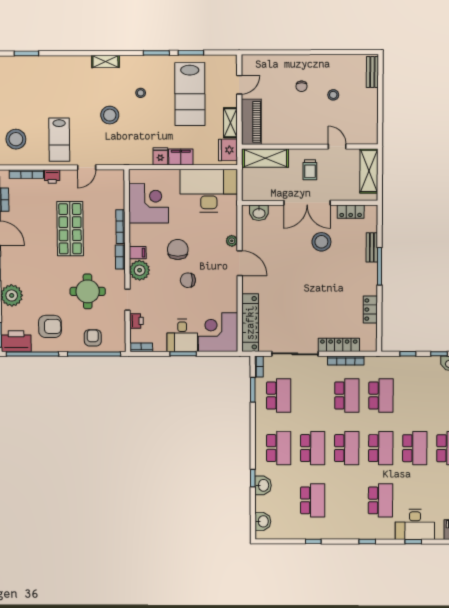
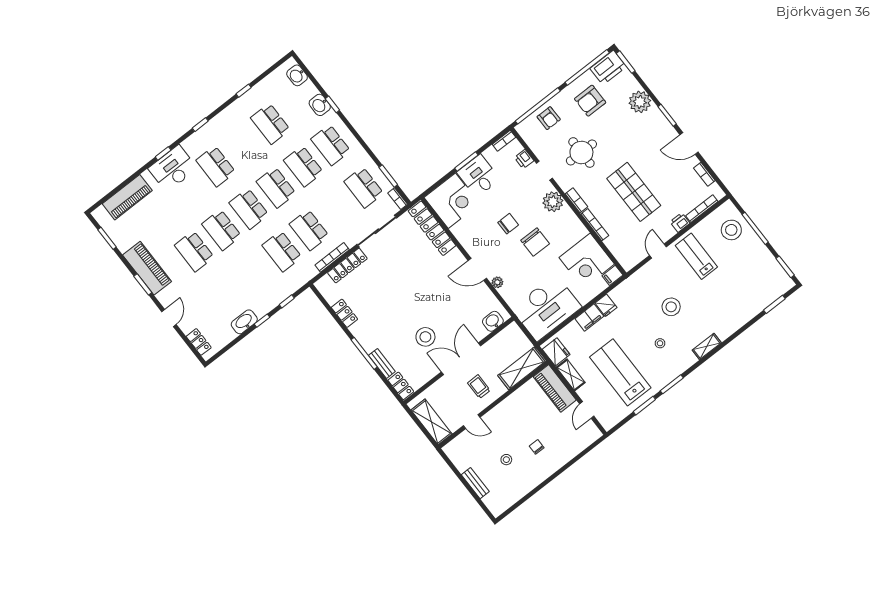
bench: (372, 72) -> (475, 483), moved
locker: (351, 212) -> (401, 386), moved, turned 90
filing cabinet: (138, 253) -> (612, 275), moved

